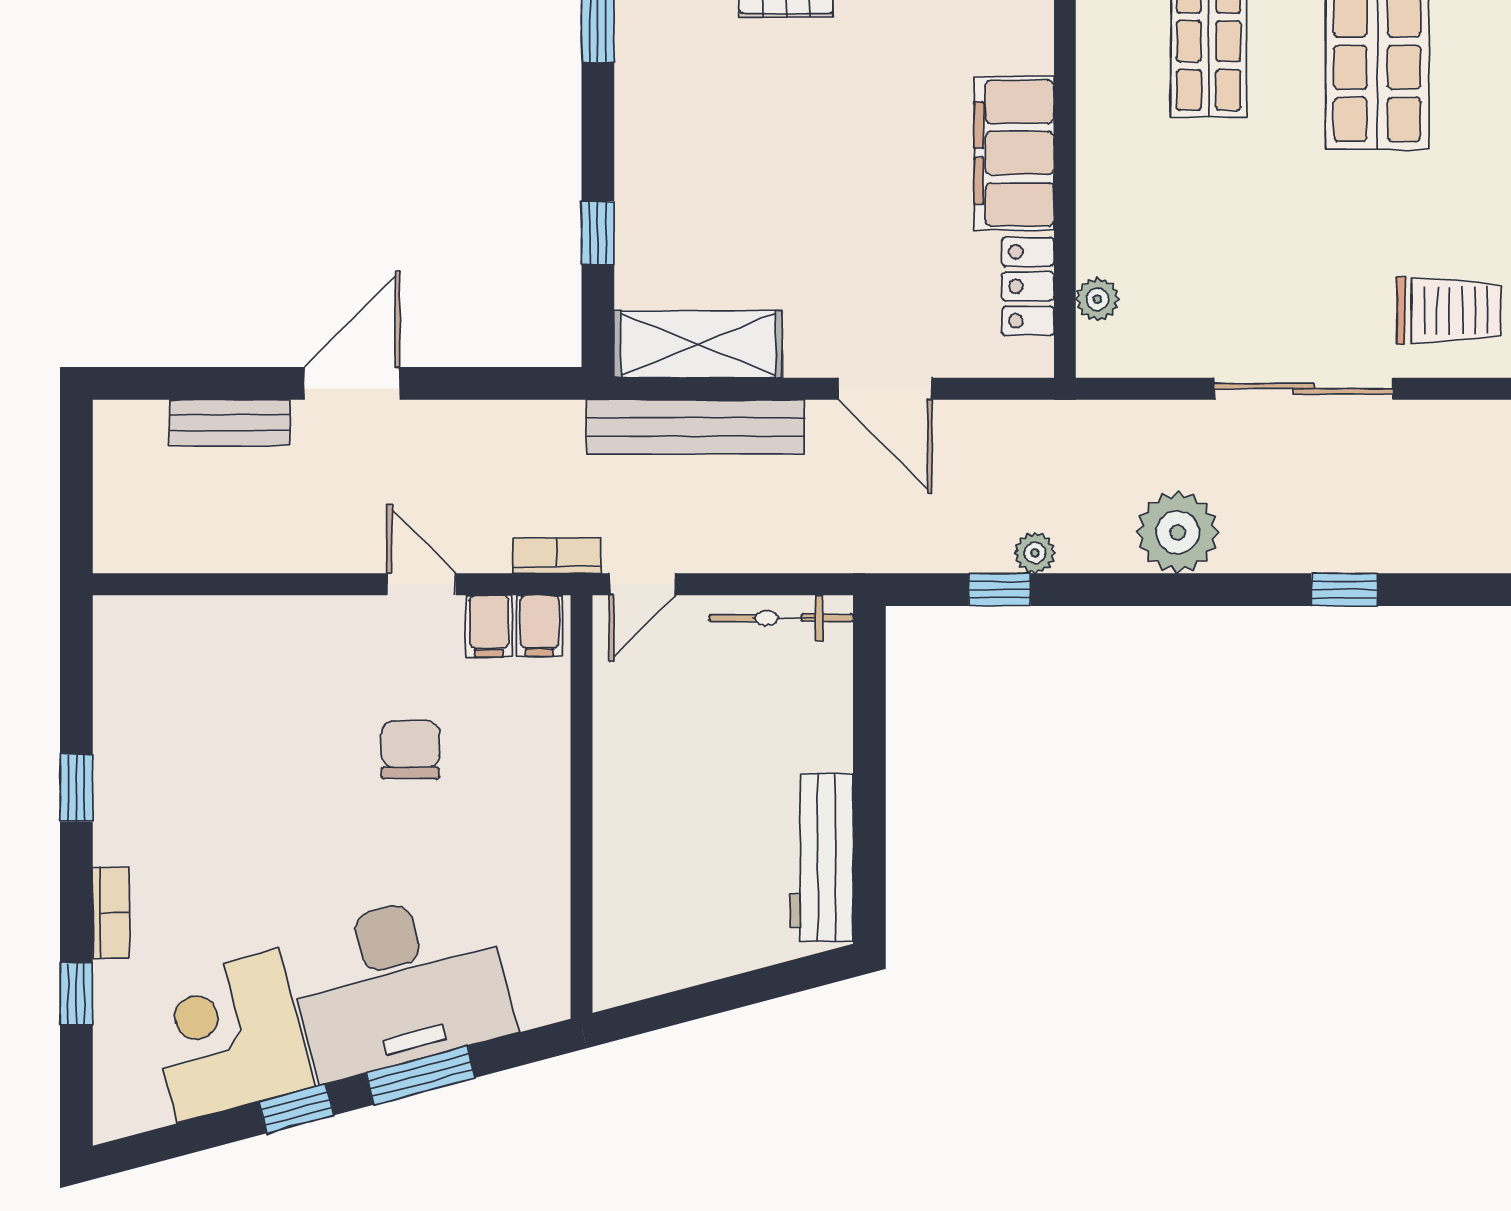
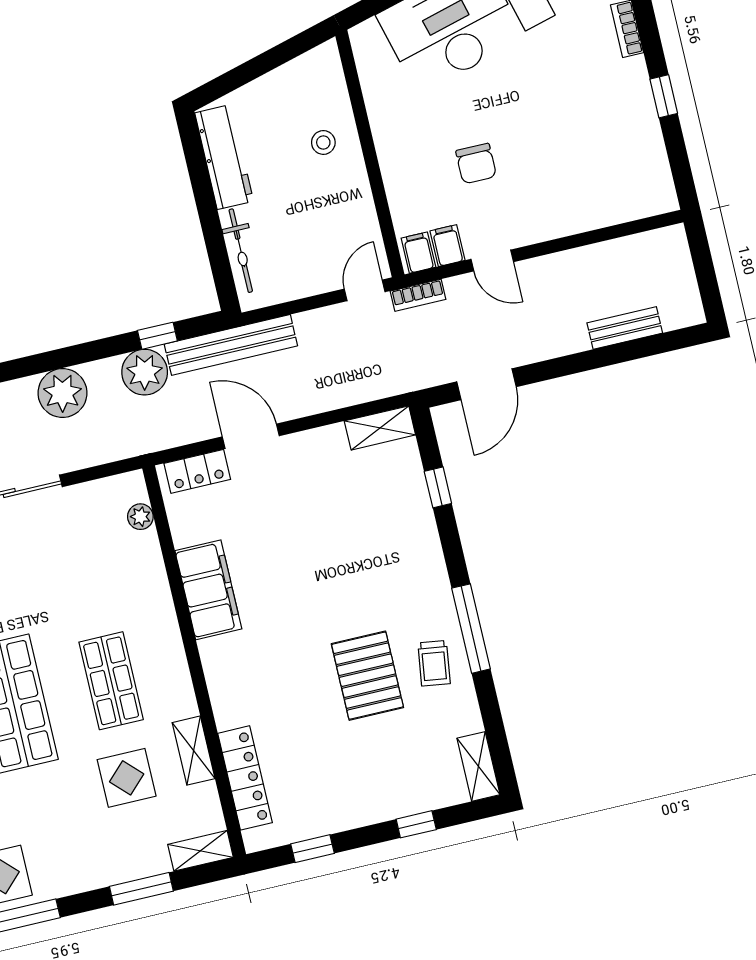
locker: (1028, 286) -> (197, 471), moved, turned 90
shelving: (698, 344) -> (380, 428), width x0.67, depth x0.75
door: (352, 383) -> (486, 384), moved
bench: (695, 427) -> (231, 345), moved
plant: (1035, 553) -> (145, 372), width x1.87, depth x1.87
bicycle: (781, 618) -> (241, 251), moved, turned 90
stool: (653, 843) -> (323, 142), added

